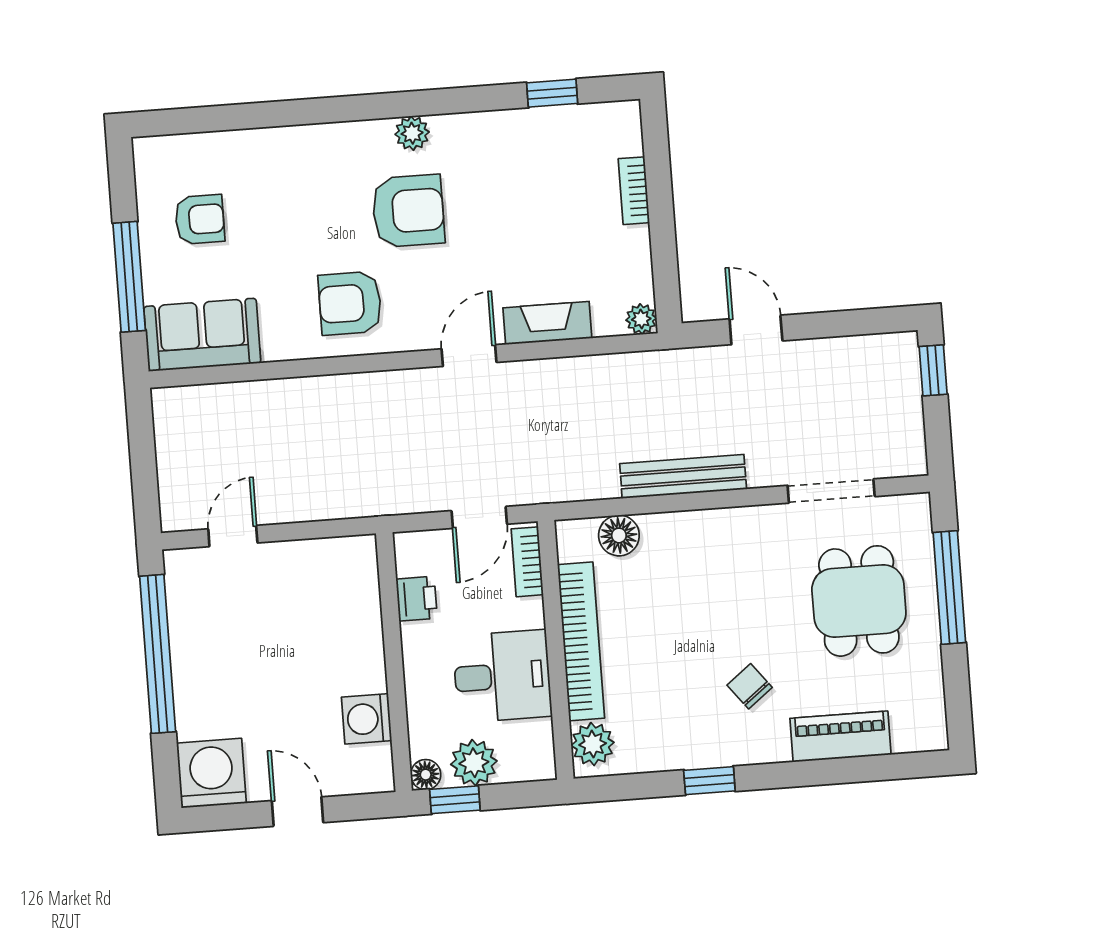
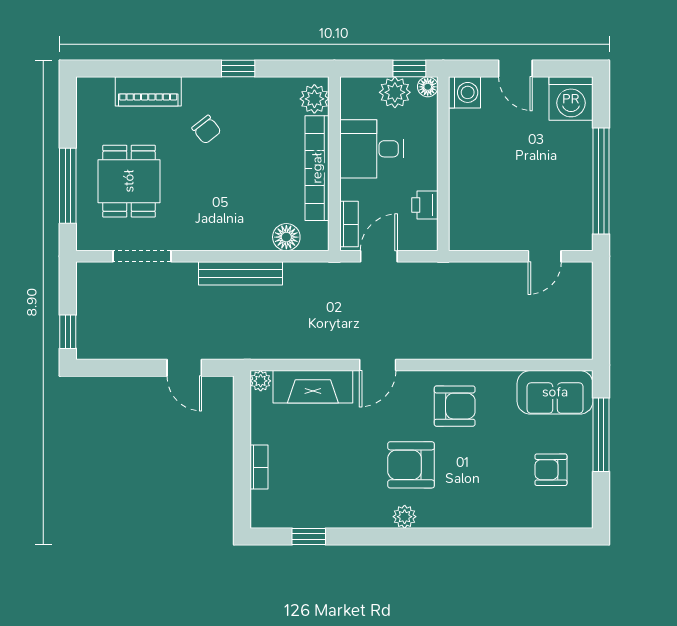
fireplace: (547, 323) -> (313, 387), width x1.37, depth x1.32
washing machine: (367, 719) -> (464, 92), moved

